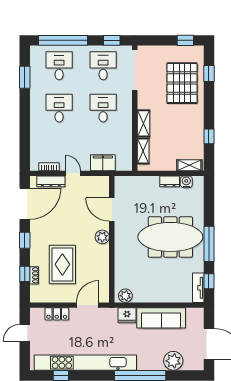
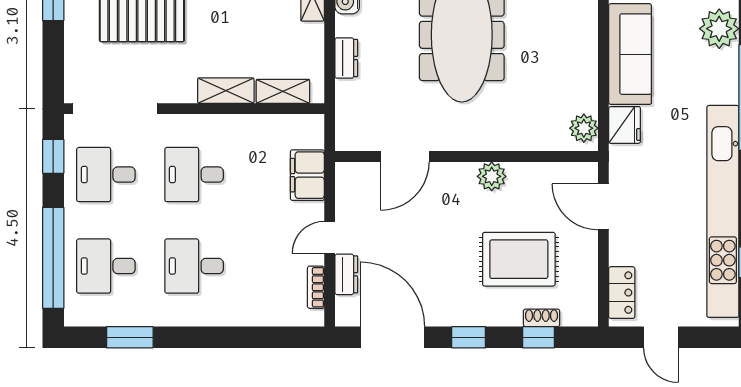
dresser: (51, 181) -> (346, 274), width x0.70
dresser: (170, 181) -> (346, 58), moved
plant: (102, 237) -> (492, 176), moved
locker: (57, 314) -> (622, 293), moved

